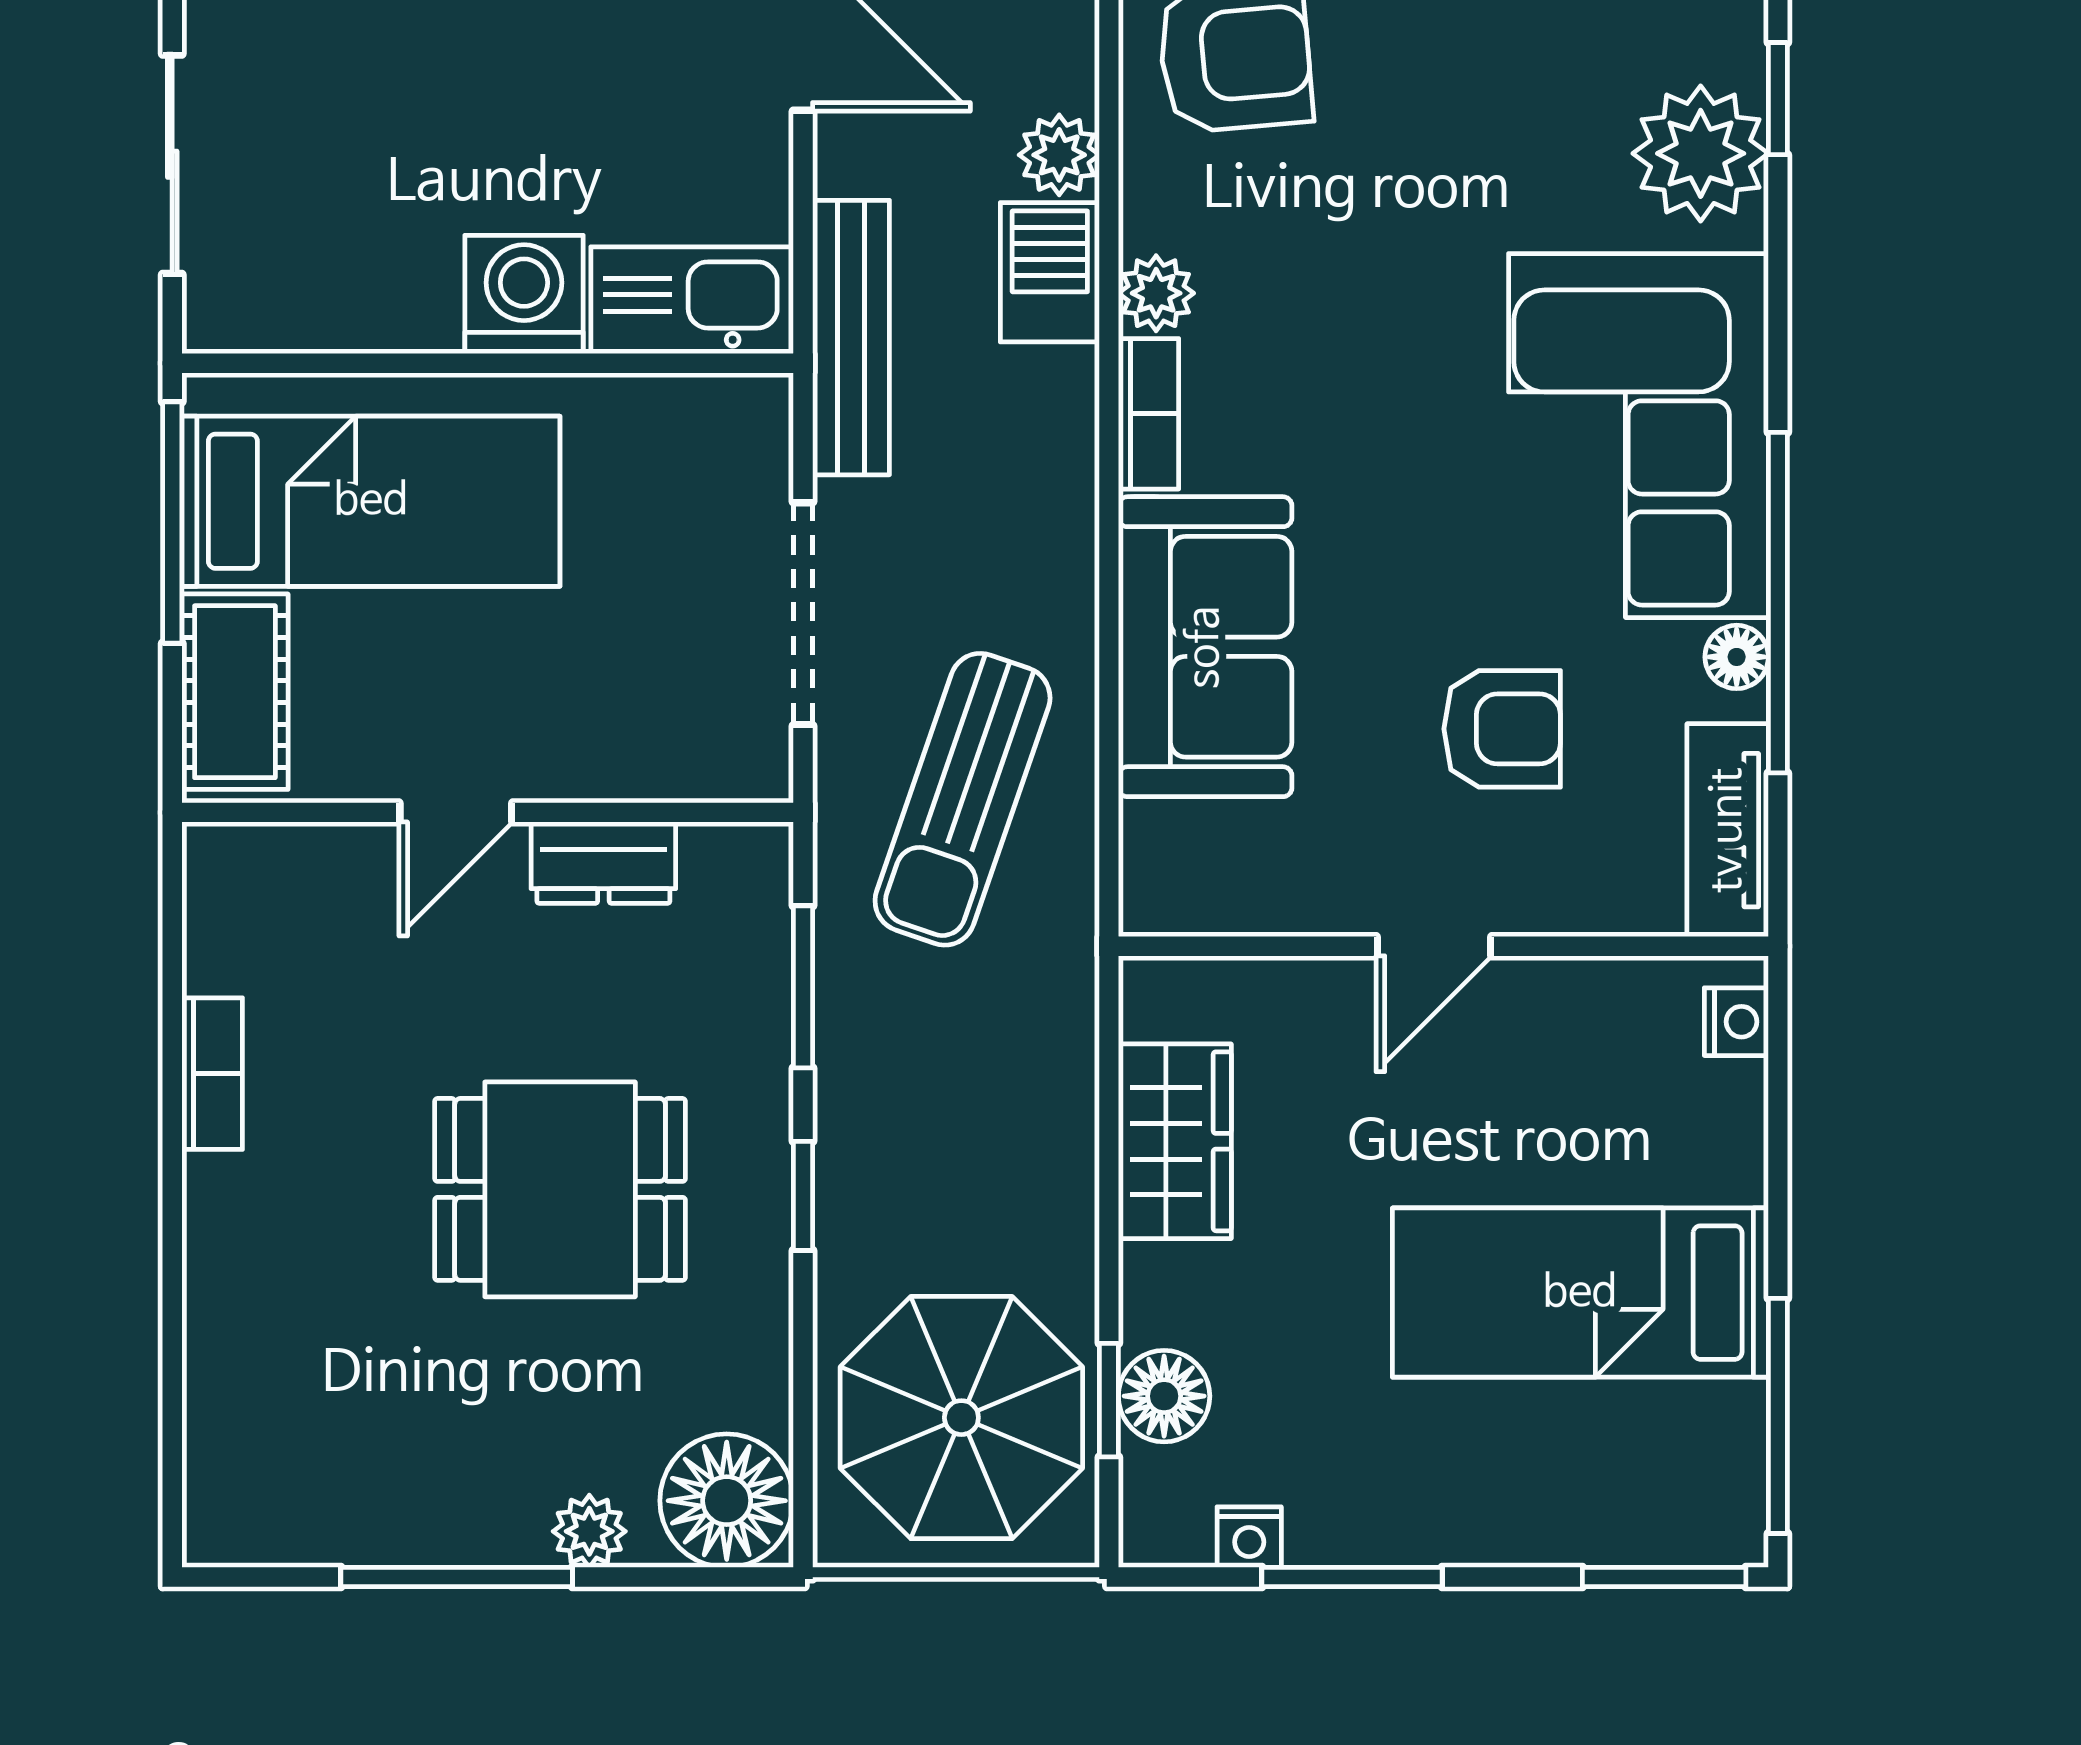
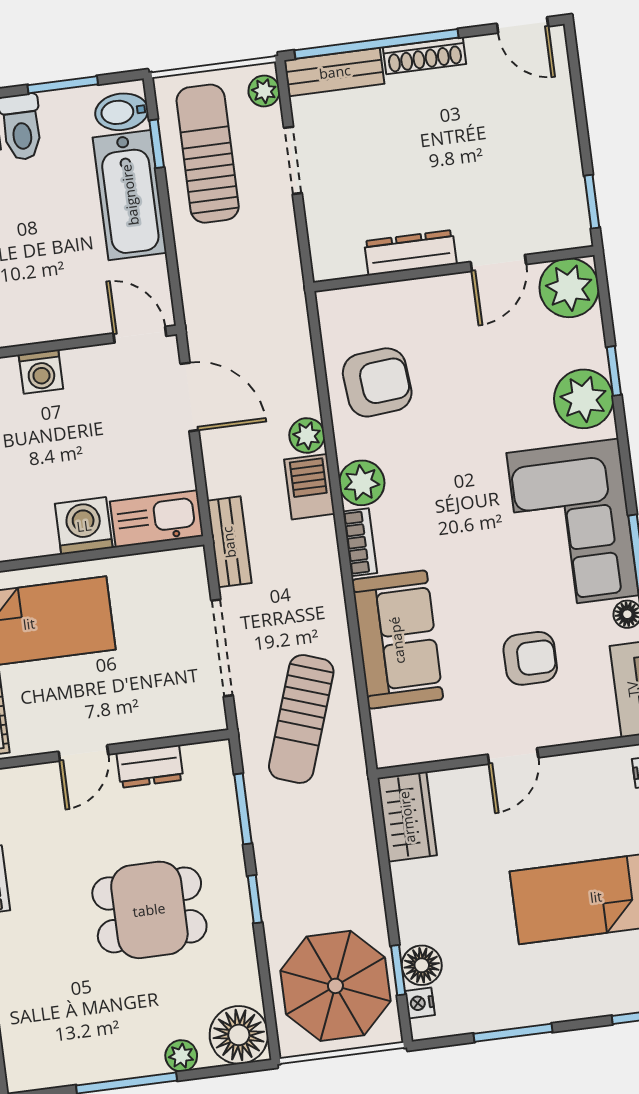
plant: (1156, 293) -> (362, 483), width x1.38, depth x1.38
bench: (851, 338) -> (229, 542), width x0.73
wardrobe: (1175, 1141) -> (407, 817), moved
nightstand: (1249, 1537) -> (420, 1003), moved, turned 90

